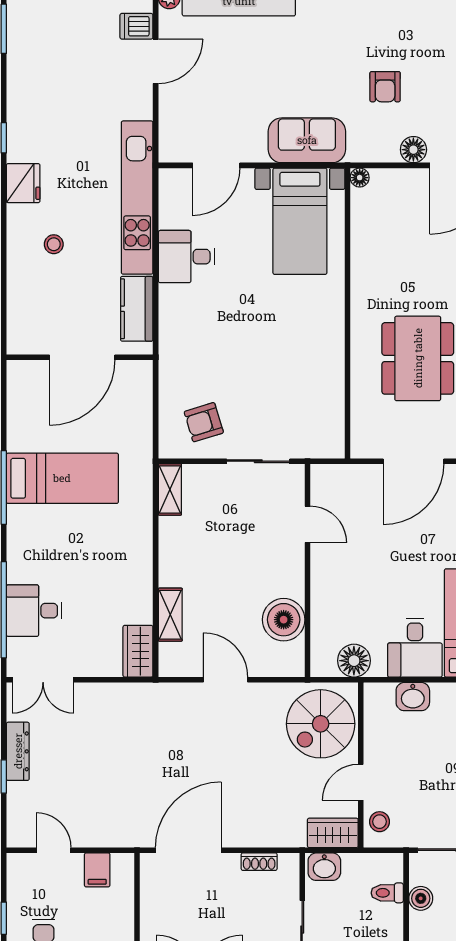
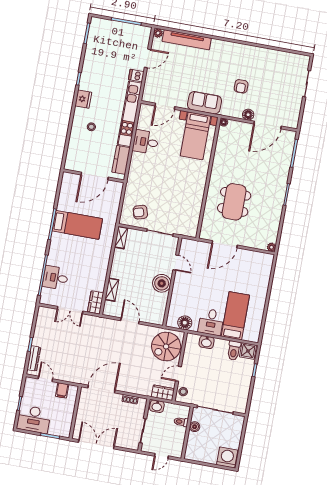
dishwasher: (136, 26) -> (136, 76), moved
boiler: (284, 620) -> (162, 283), moved
double door: (43, 680) -> (70, 310), moved
dresser: (18, 751) -> (34, 358), moved

